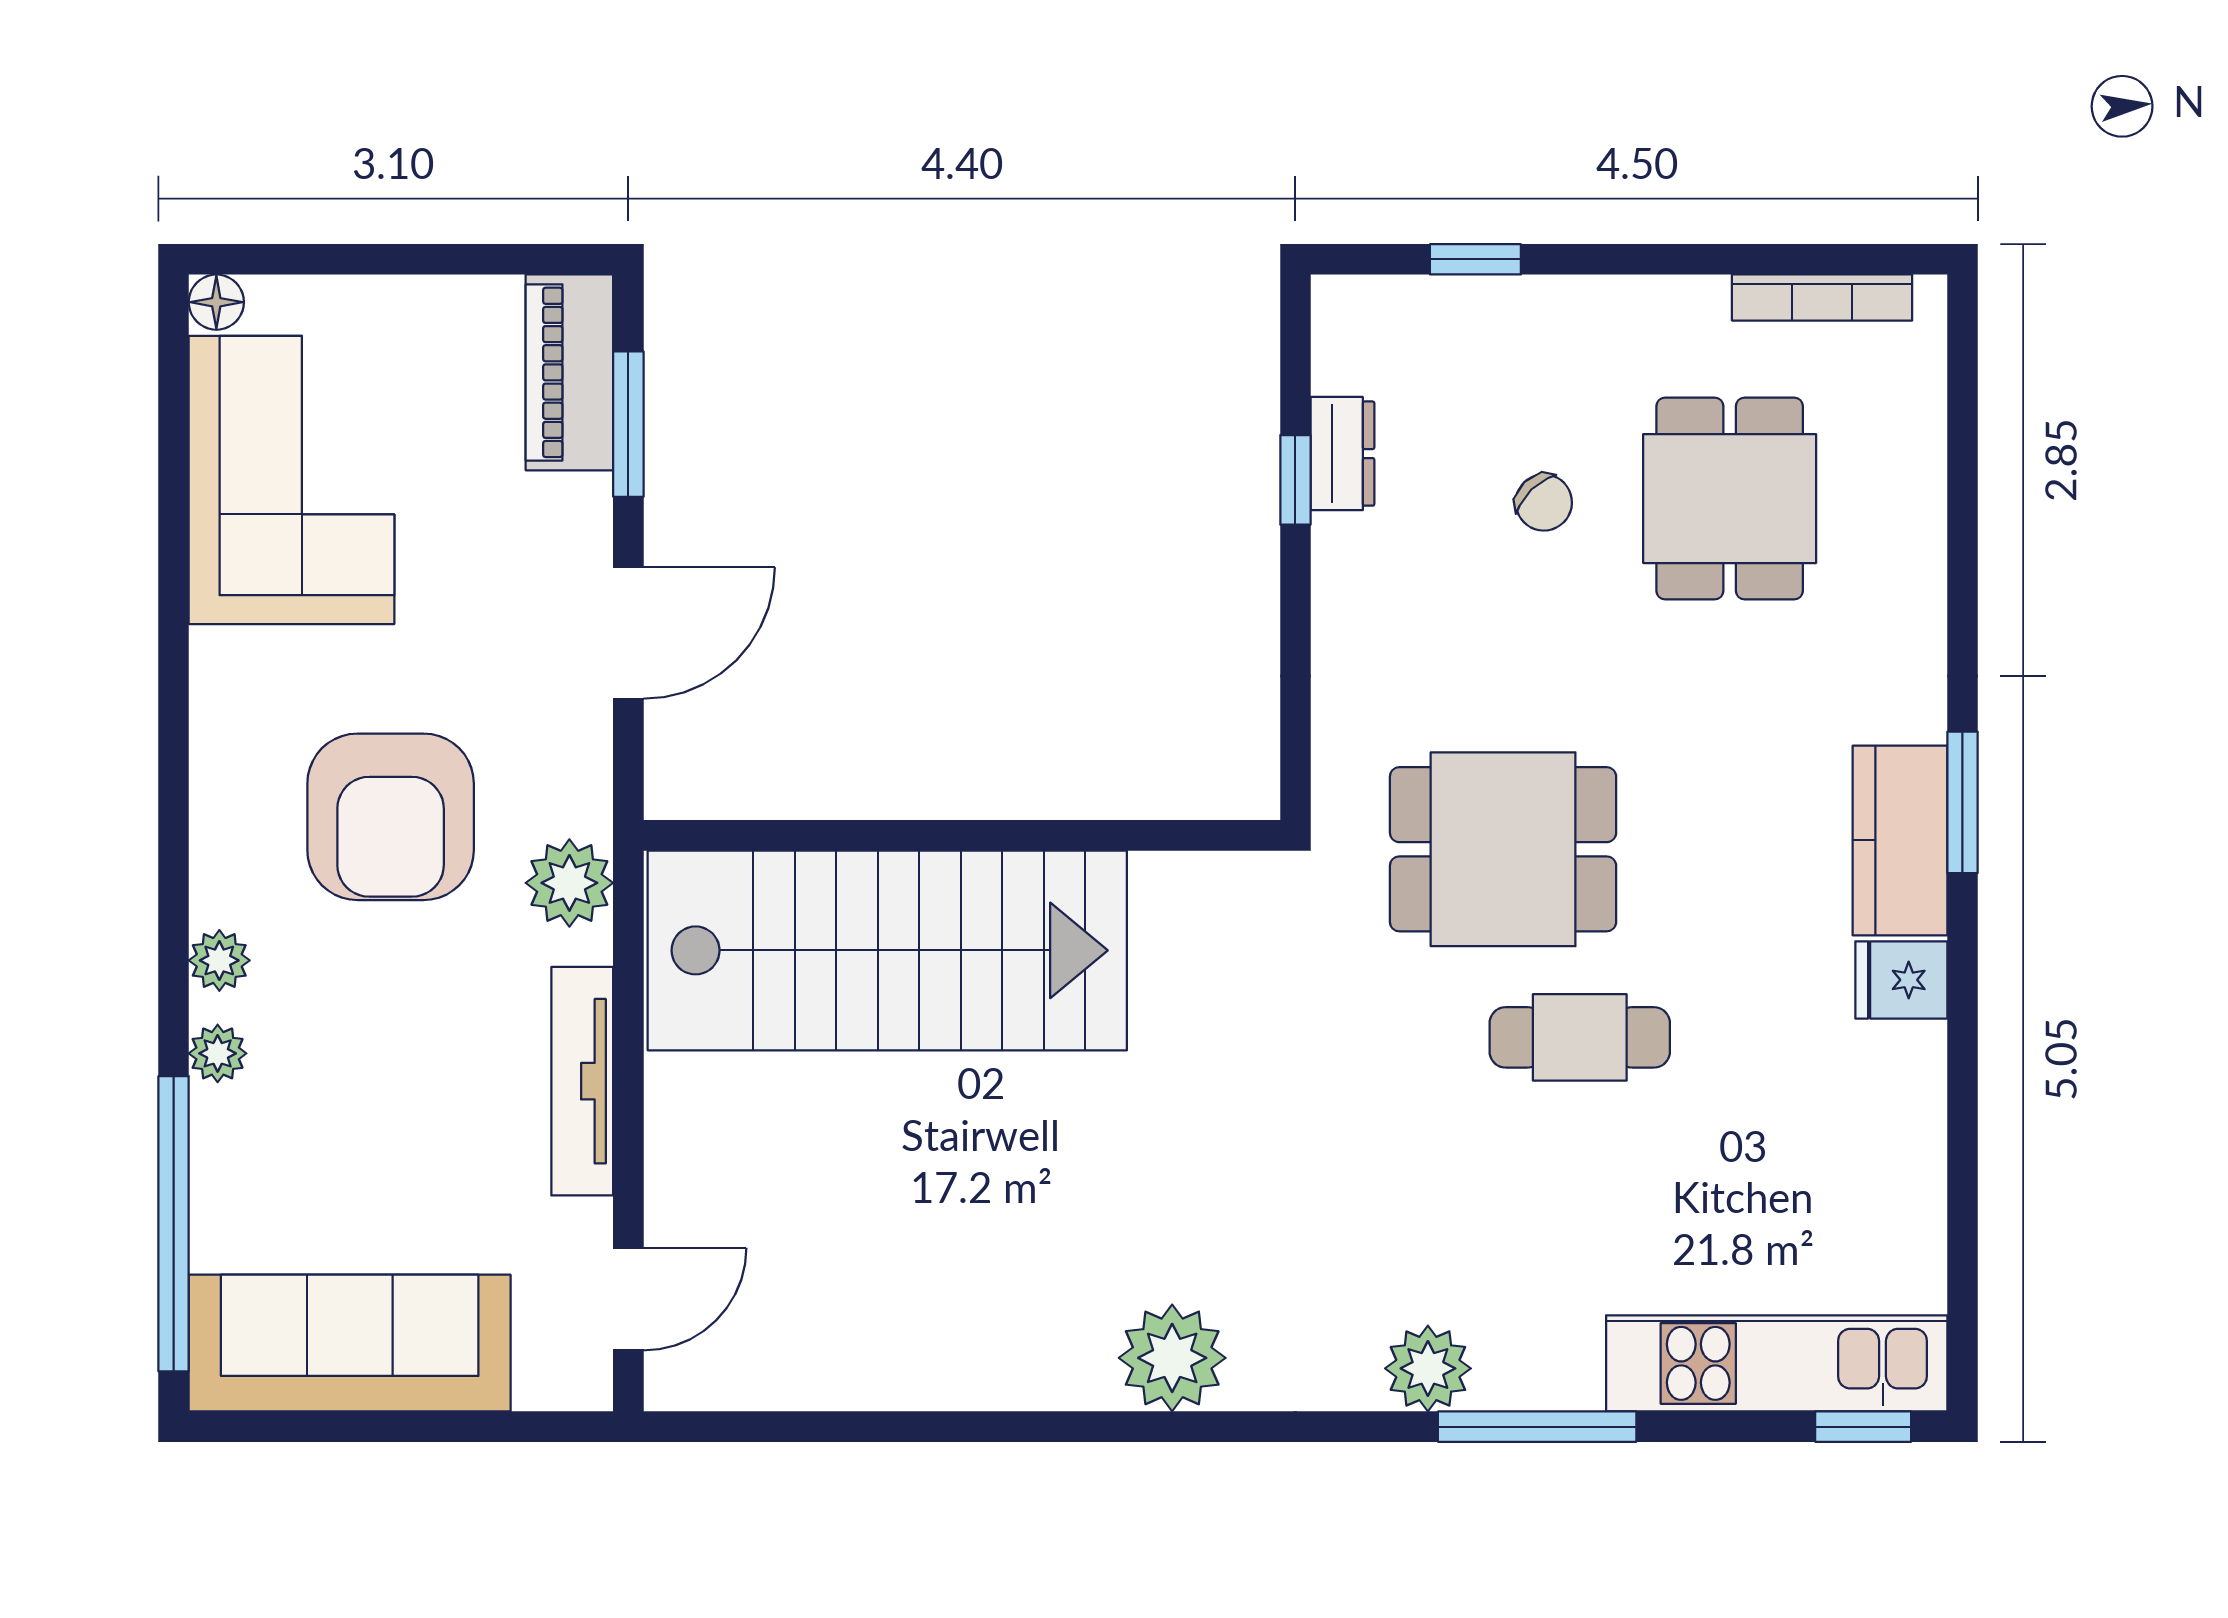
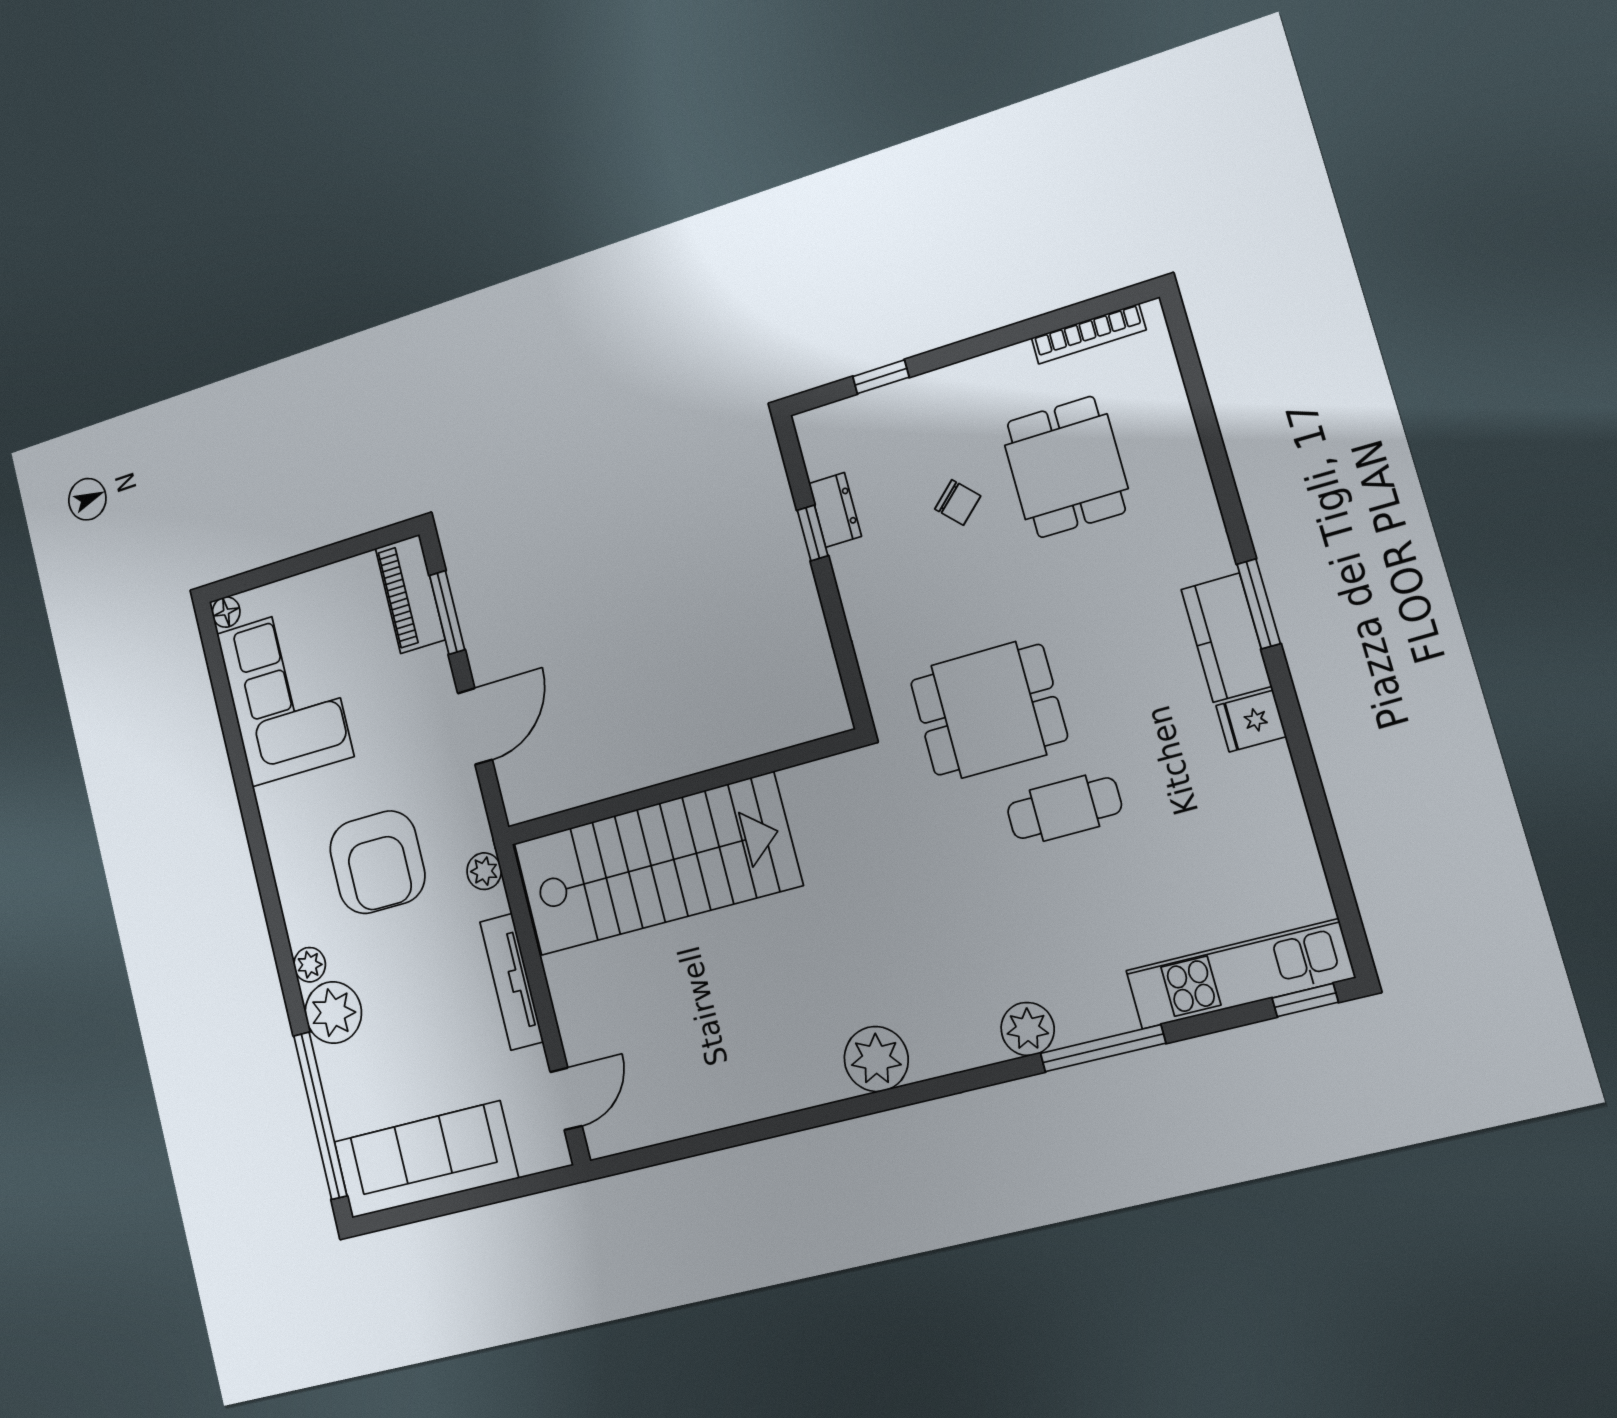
plant: (569, 883) -> (484, 871), width x0.73, depth x0.73
plant: (218, 1053) -> (333, 1012), width x1.87, depth x1.87

